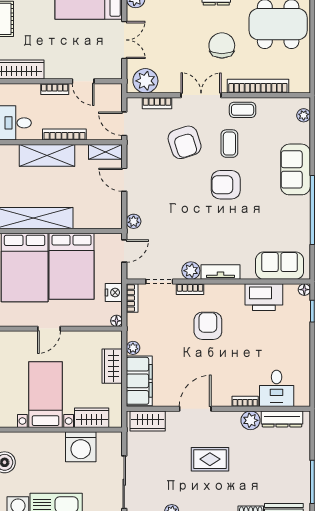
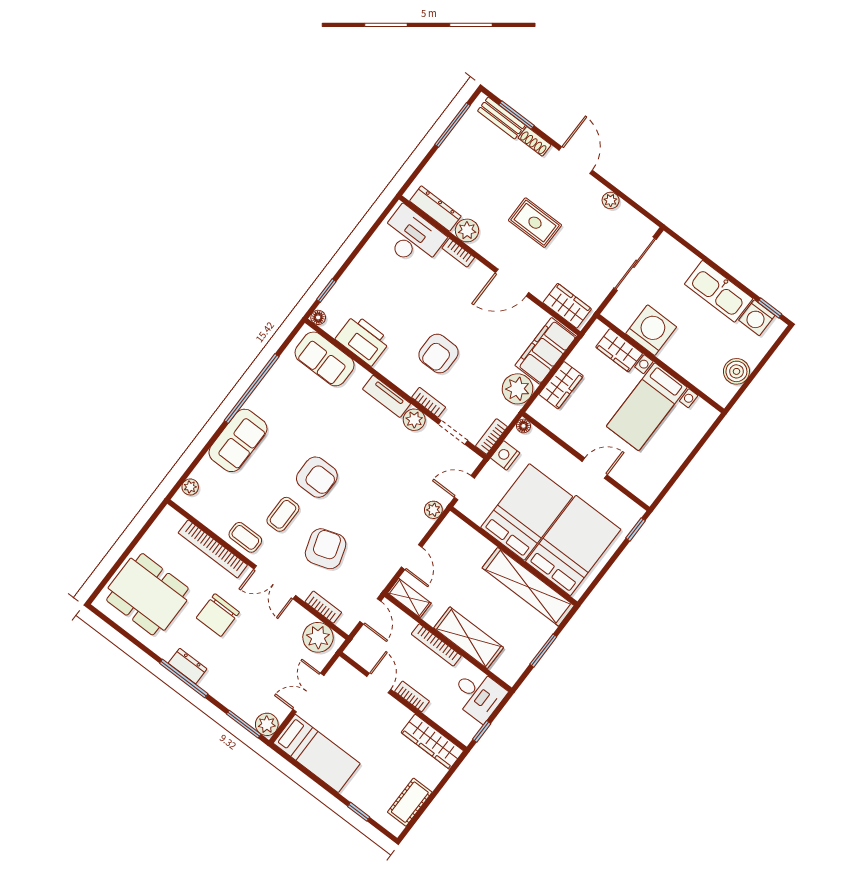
plant: (133, 348) -> (517, 389), width x1.88, depth x1.88
desk: (277, 388) -> (412, 238), width x1.37

